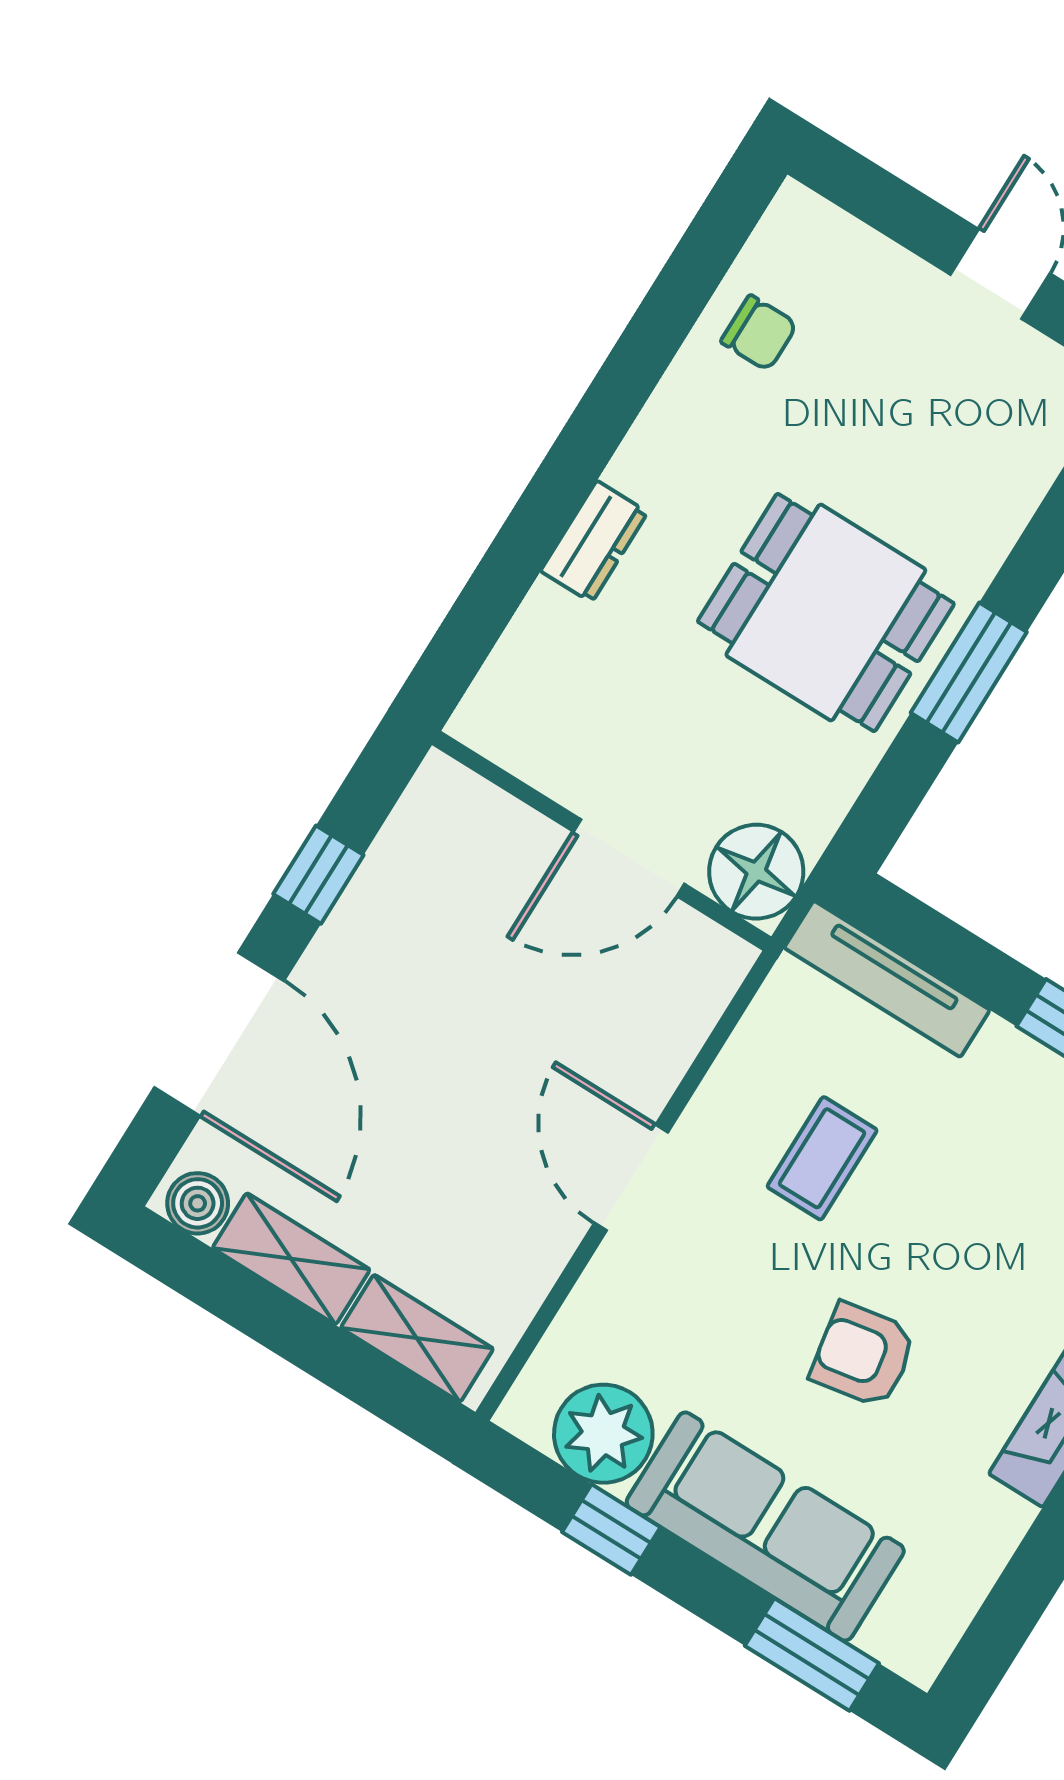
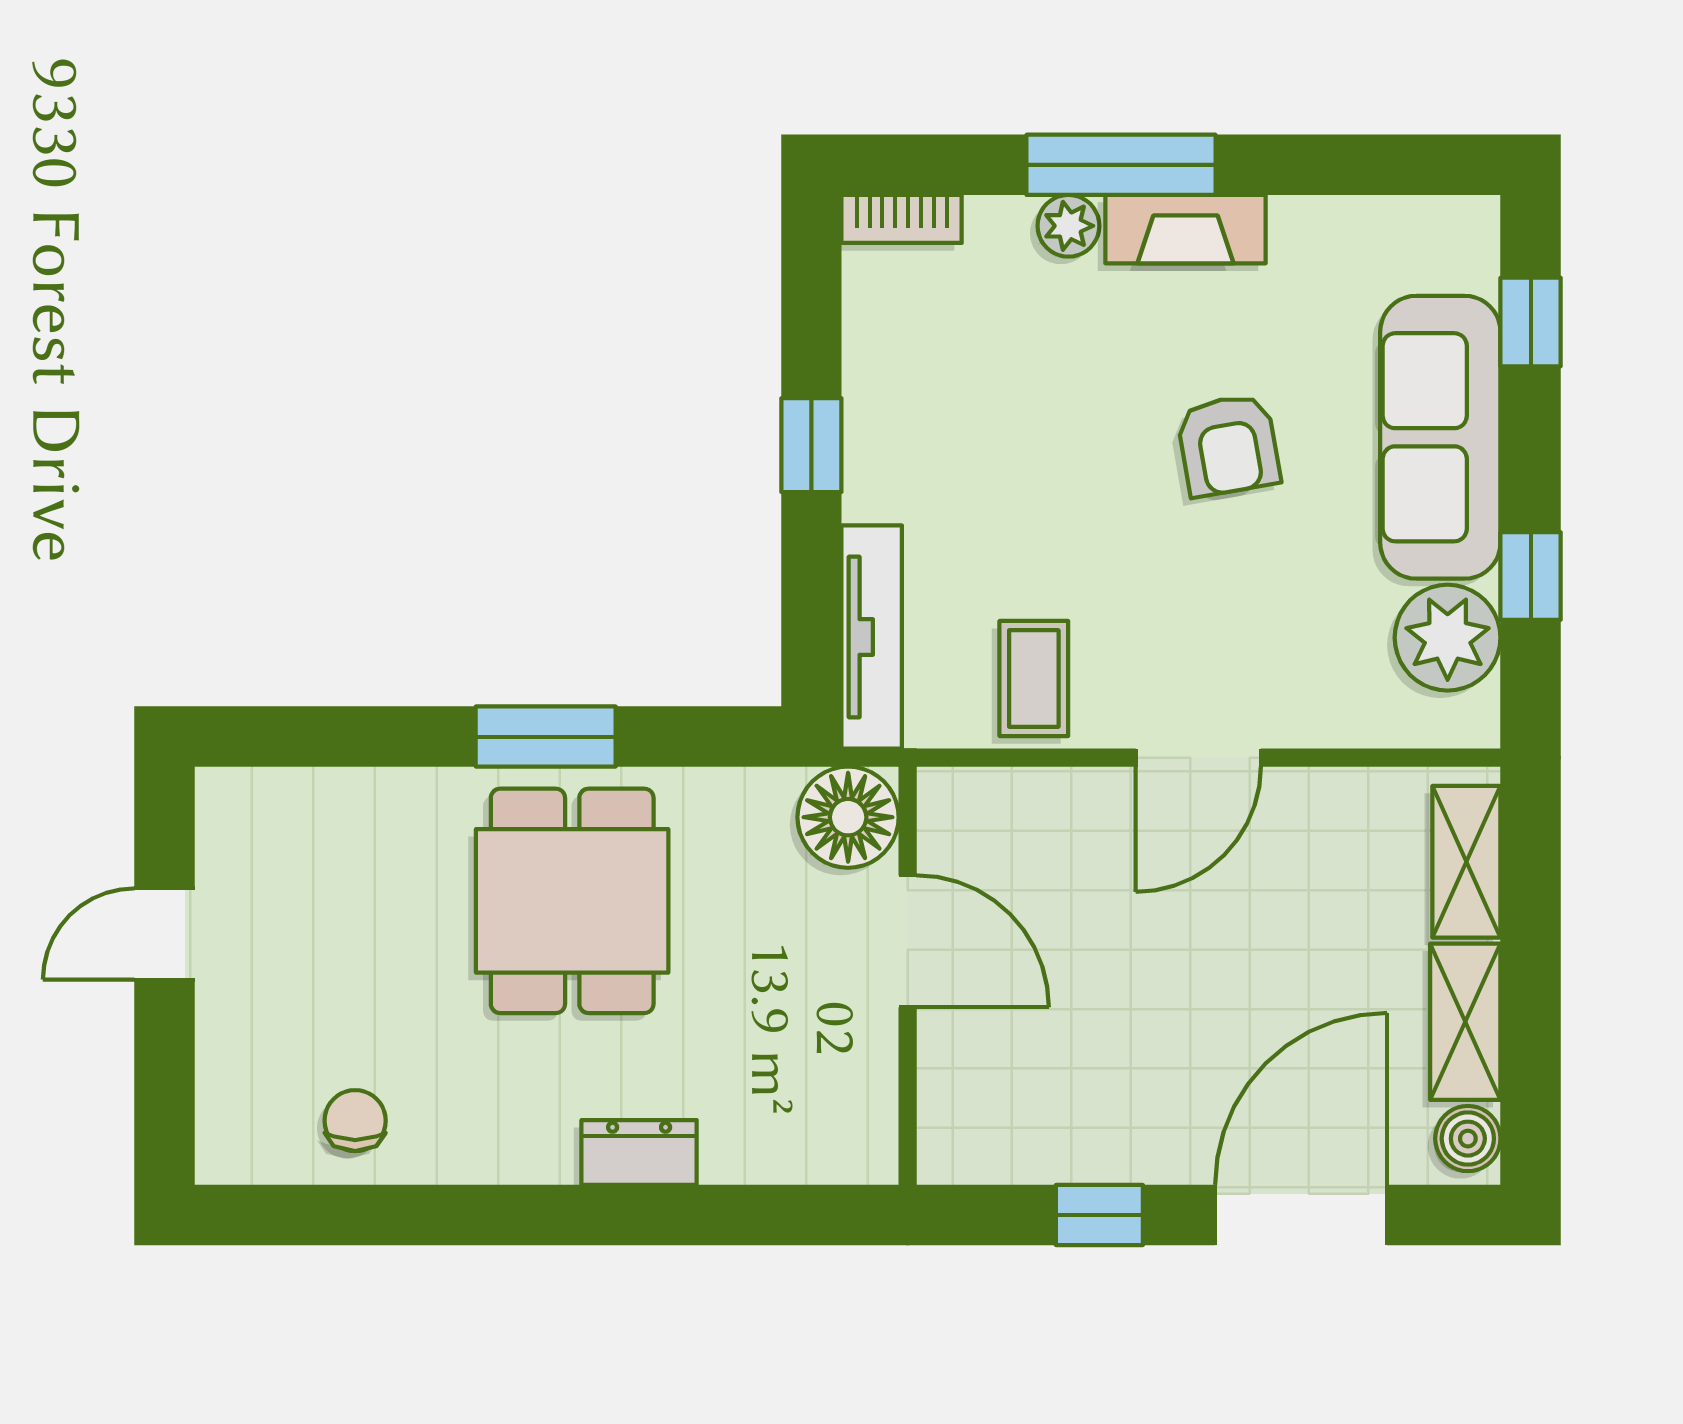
coffee table: (822, 1158) -> (1034, 679), moved, turned 90
window: (812, 1654) -> (1531, 322), width x0.67

